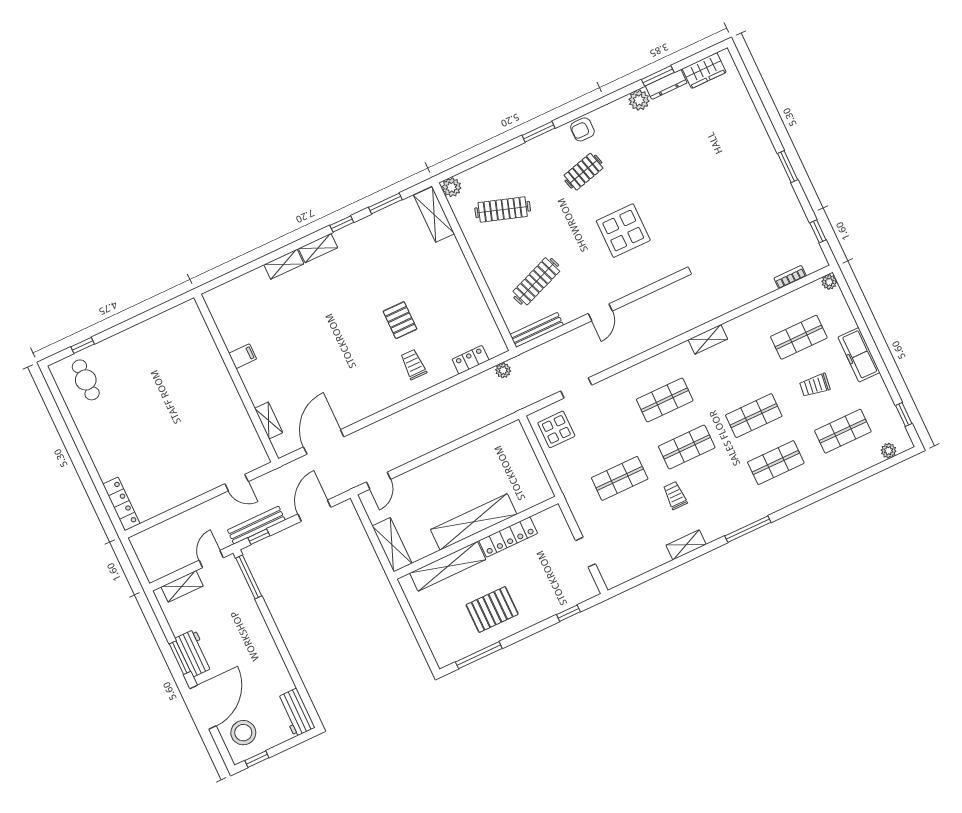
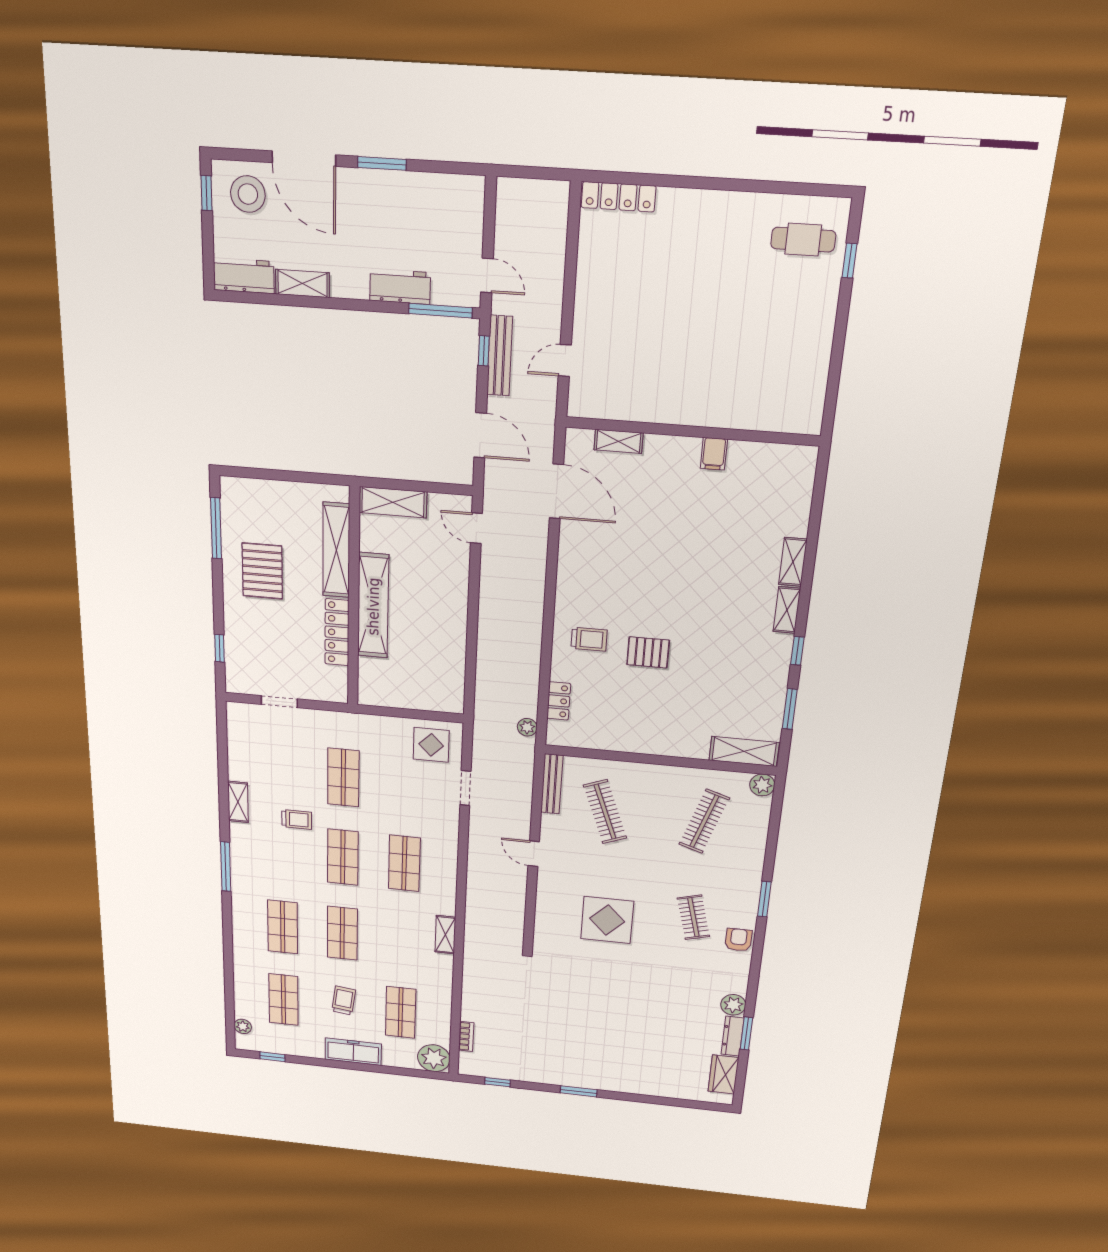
plant: (829, 282) -> (434, 1058), width x1.88, depth x1.88
shelving: (182, 586) -> (302, 283), moved, turned 90
workbench: (194, 653) -> (400, 287), moved, turned 180

